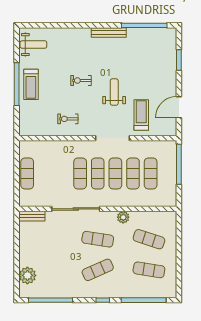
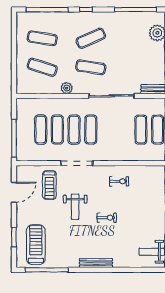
bench: (109, 33) -> (96, 263), moved
treadmill: (31, 84) -> (36, 245), moved, width x1.37, depth x1.37
exercise mat: (80, 173) -> (141, 130), moved

